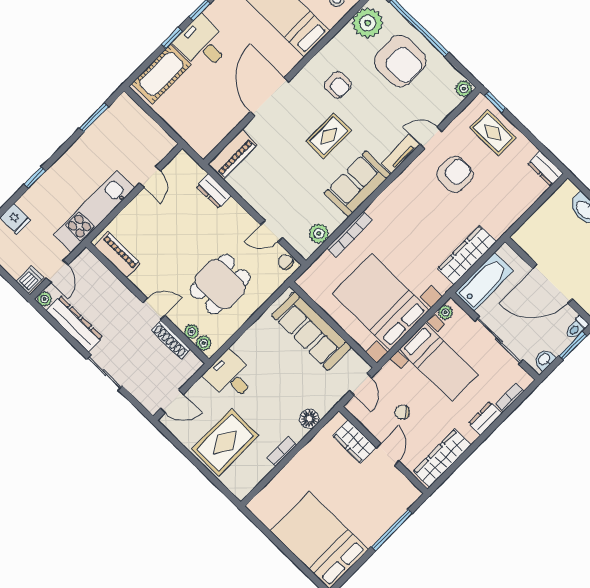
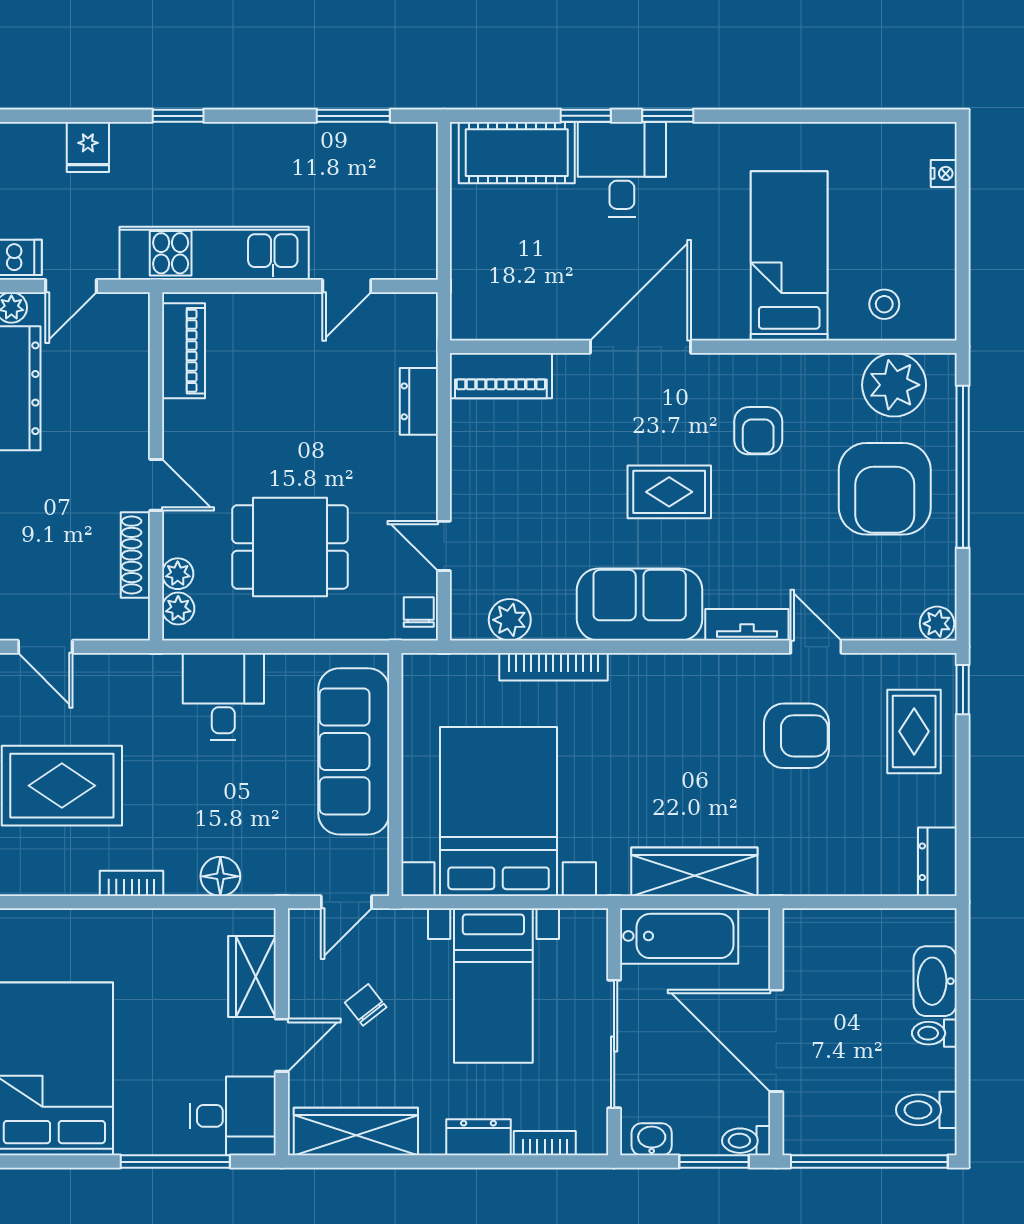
plant: (445, 312) -> (577, 923), removed
desk: (230, 376) -> (223, 697), moved
desk: (396, 495) -> (233, 1116), added

